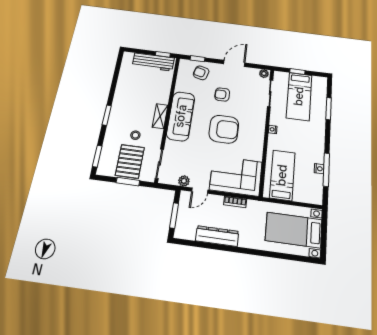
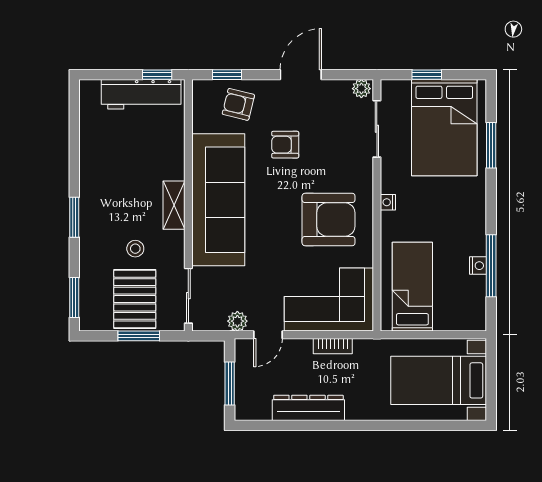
bed: (299, 96) -> (444, 128), width x1.50
sofa: (181, 116) -> (218, 200), width x1.36, depth x1.27
armchair: (224, 129) -> (329, 220), moved

